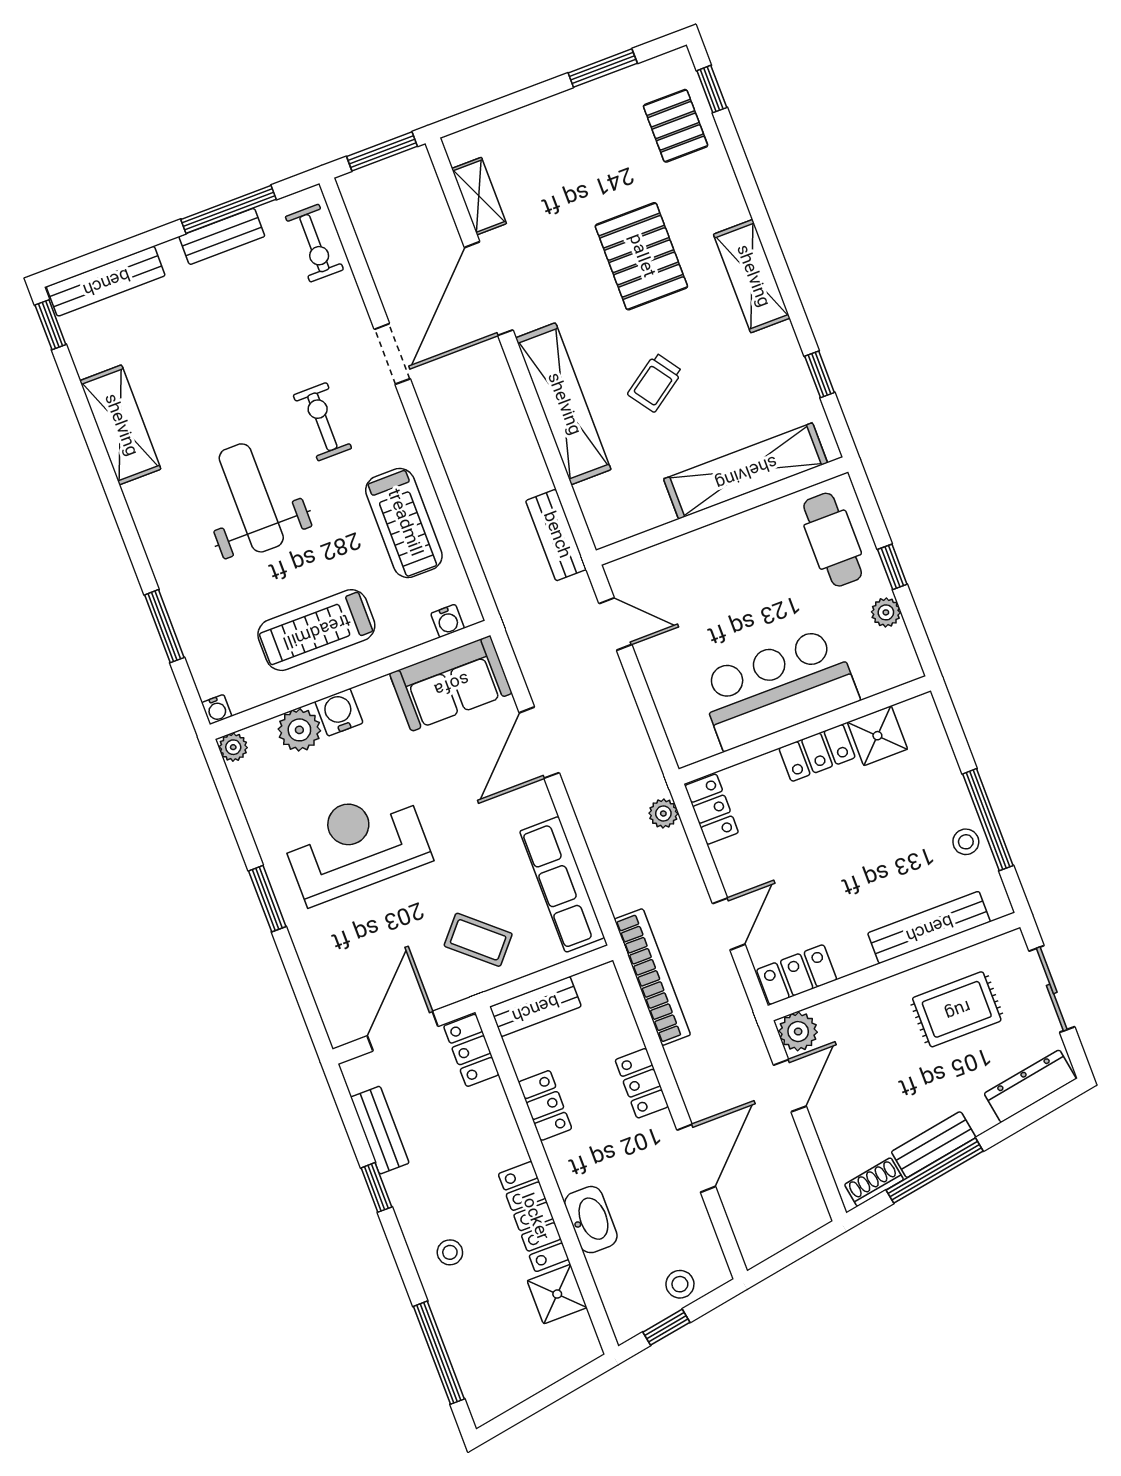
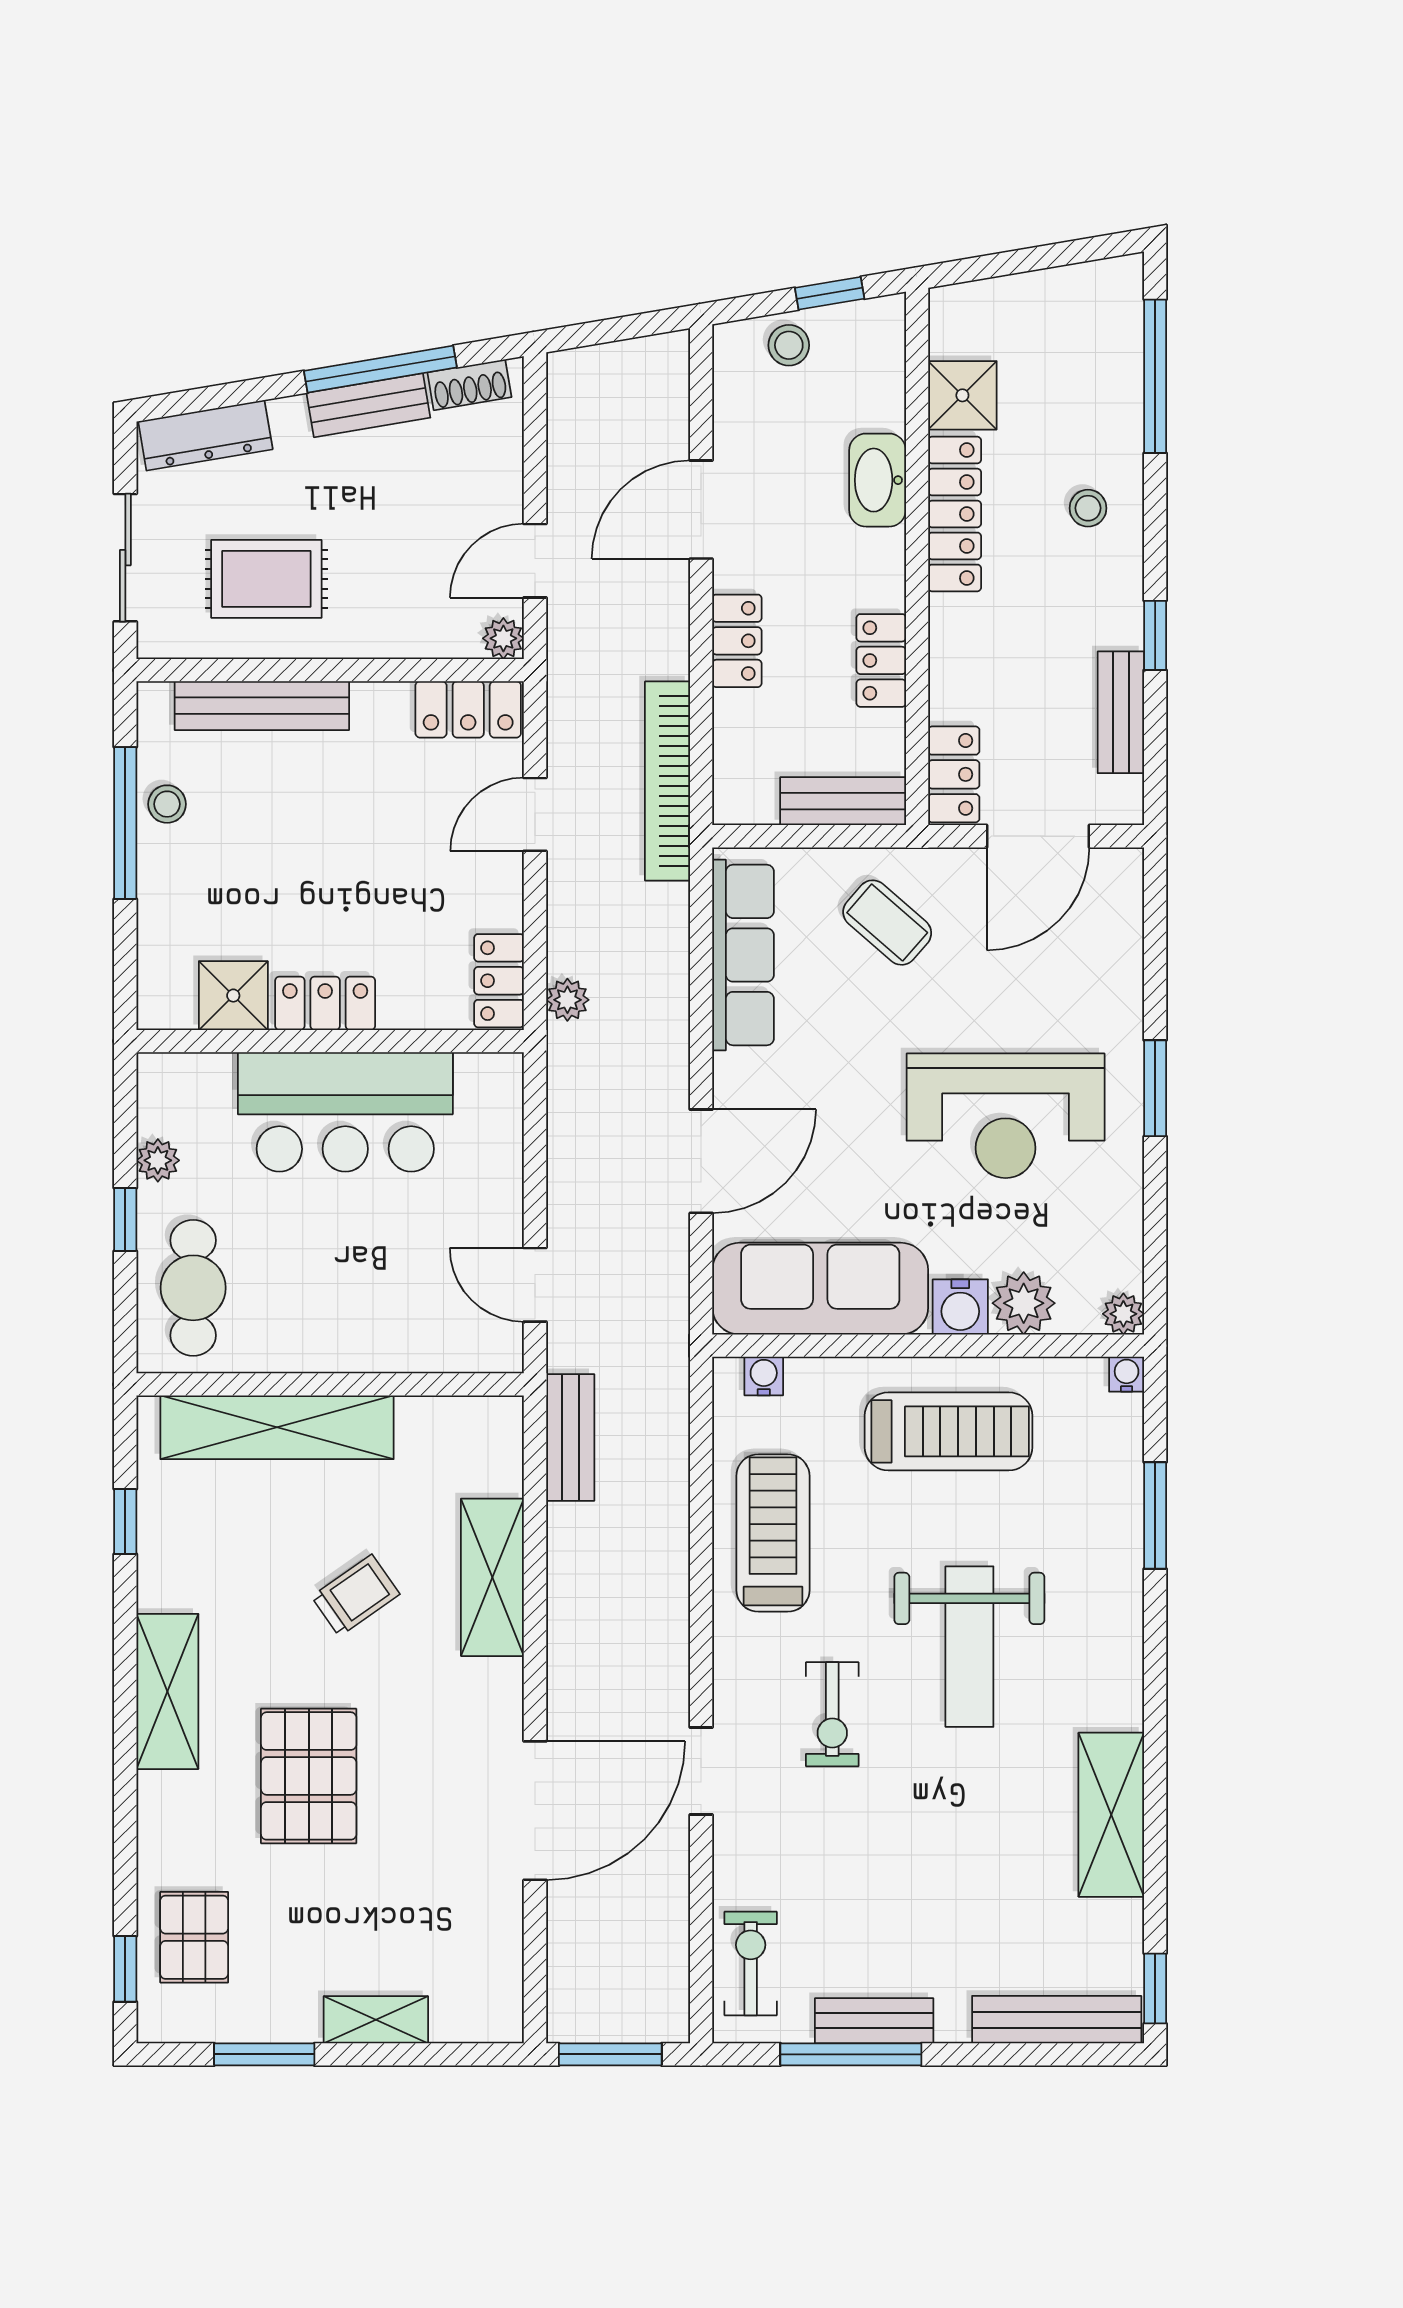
shelving: (479, 196) -> (376, 2020), moved, turned 90
shelving: (563, 404) -> (492, 1577), width x0.68
sofa: (451, 683) -> (820, 1289), width x1.36
plant: (798, 1032) -> (503, 638), width x0.73, depth x0.73

